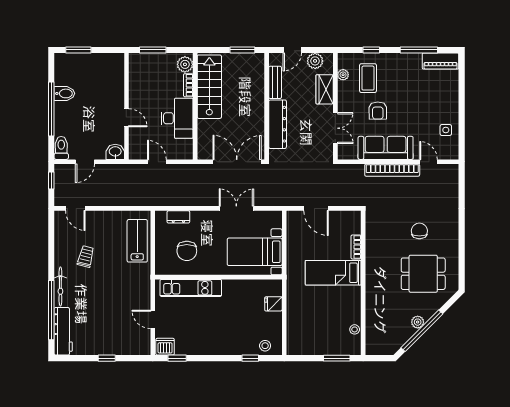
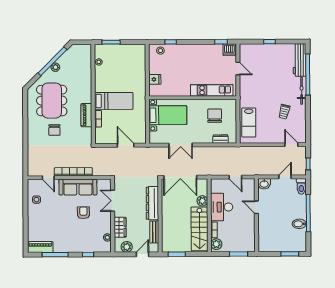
coffee table: (368, 78) -> (90, 235), removed
plant: (205, 127) -> (202, 201), added
piano: (373, 252) -> (86, 115), added
dining table: (423, 274) -> (52, 101), width x1.37

